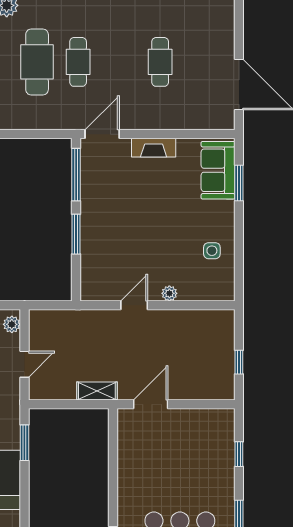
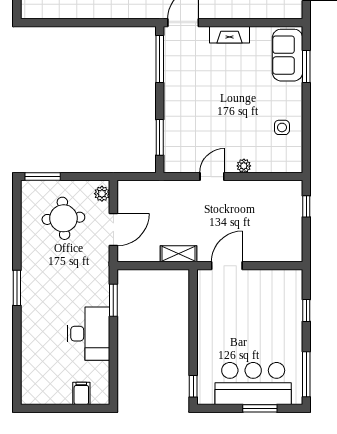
window: (76, 234) -> (160, 137), moved
window: (239, 362) -> (306, 206), moved
door: (24, 364) -> (113, 230), width x1.38

